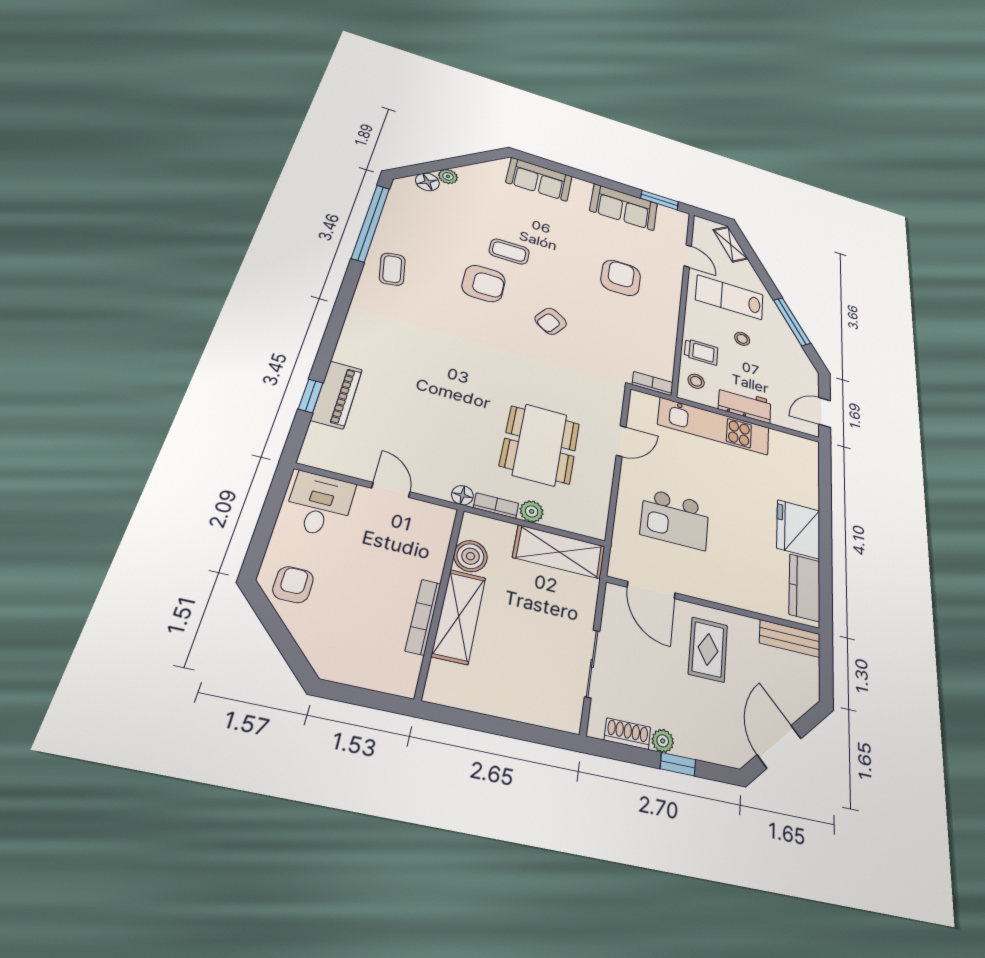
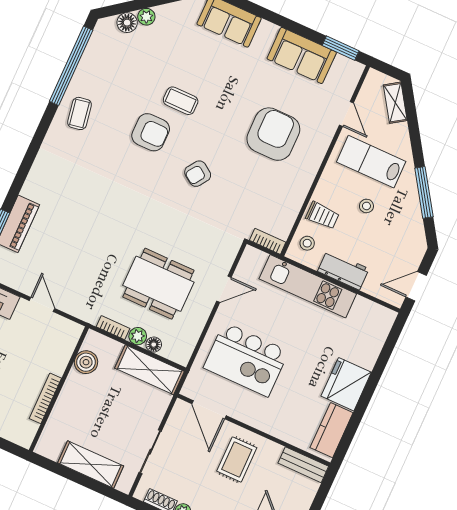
armchair: (621, 278) -> (273, 134), width x1.36, depth x1.36
dining table: (540, 445) -> (158, 284), turned 90
floor lamp: (462, 495) -> (154, 345), moved
kitchen island: (675, 519) -> (246, 359), width x1.37, depth x1.28
shelving: (459, 616) -> (91, 464), moved, turned 90

